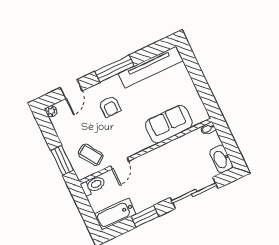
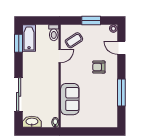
tv unit: (151, 67) -> (111, 105), removed
window: (114, 69) -> (121, 93), moved
window: (62, 160) -> (91, 21), moved
door: (120, 163) -> (60, 56), swing flipped
window: (145, 216) -> (19, 43), moved

